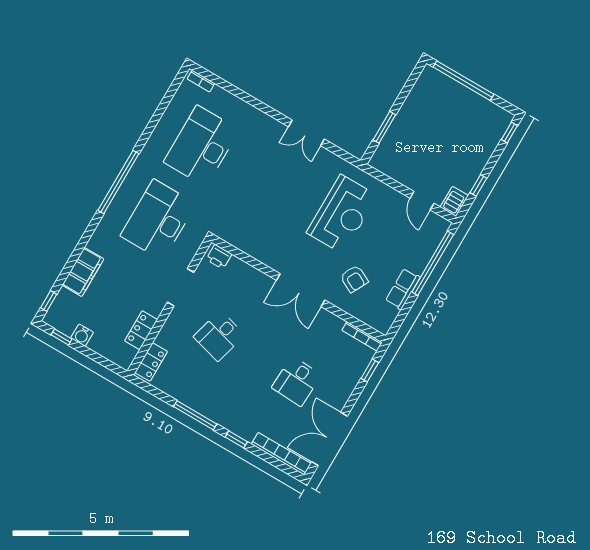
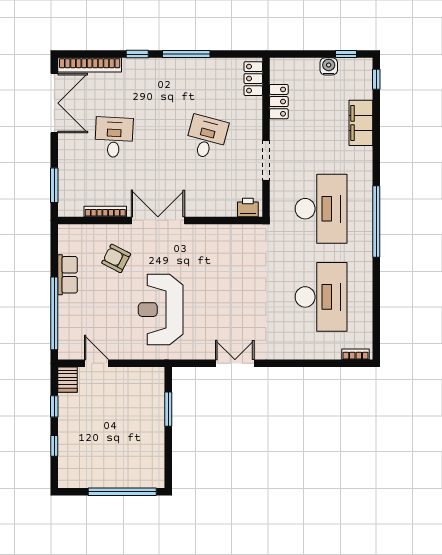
window: (509, 133) -> (54, 446), moved
bookcase: (362, 336) -> (105, 211), moved
window: (370, 370) -> (54, 185), width x1.50

